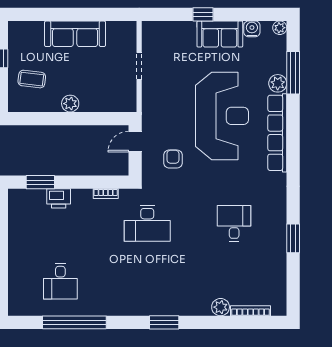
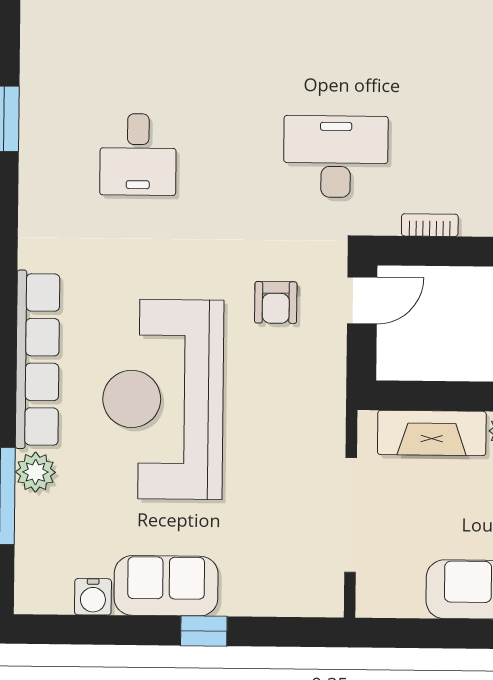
plant: (280, 28) -> (30, 599), removed
doorway: (139, 66) -> (351, 515), width x1.88
fireplace: (104, 102) -> (432, 433), added
door: (135, 142) -> (362, 300), moved

